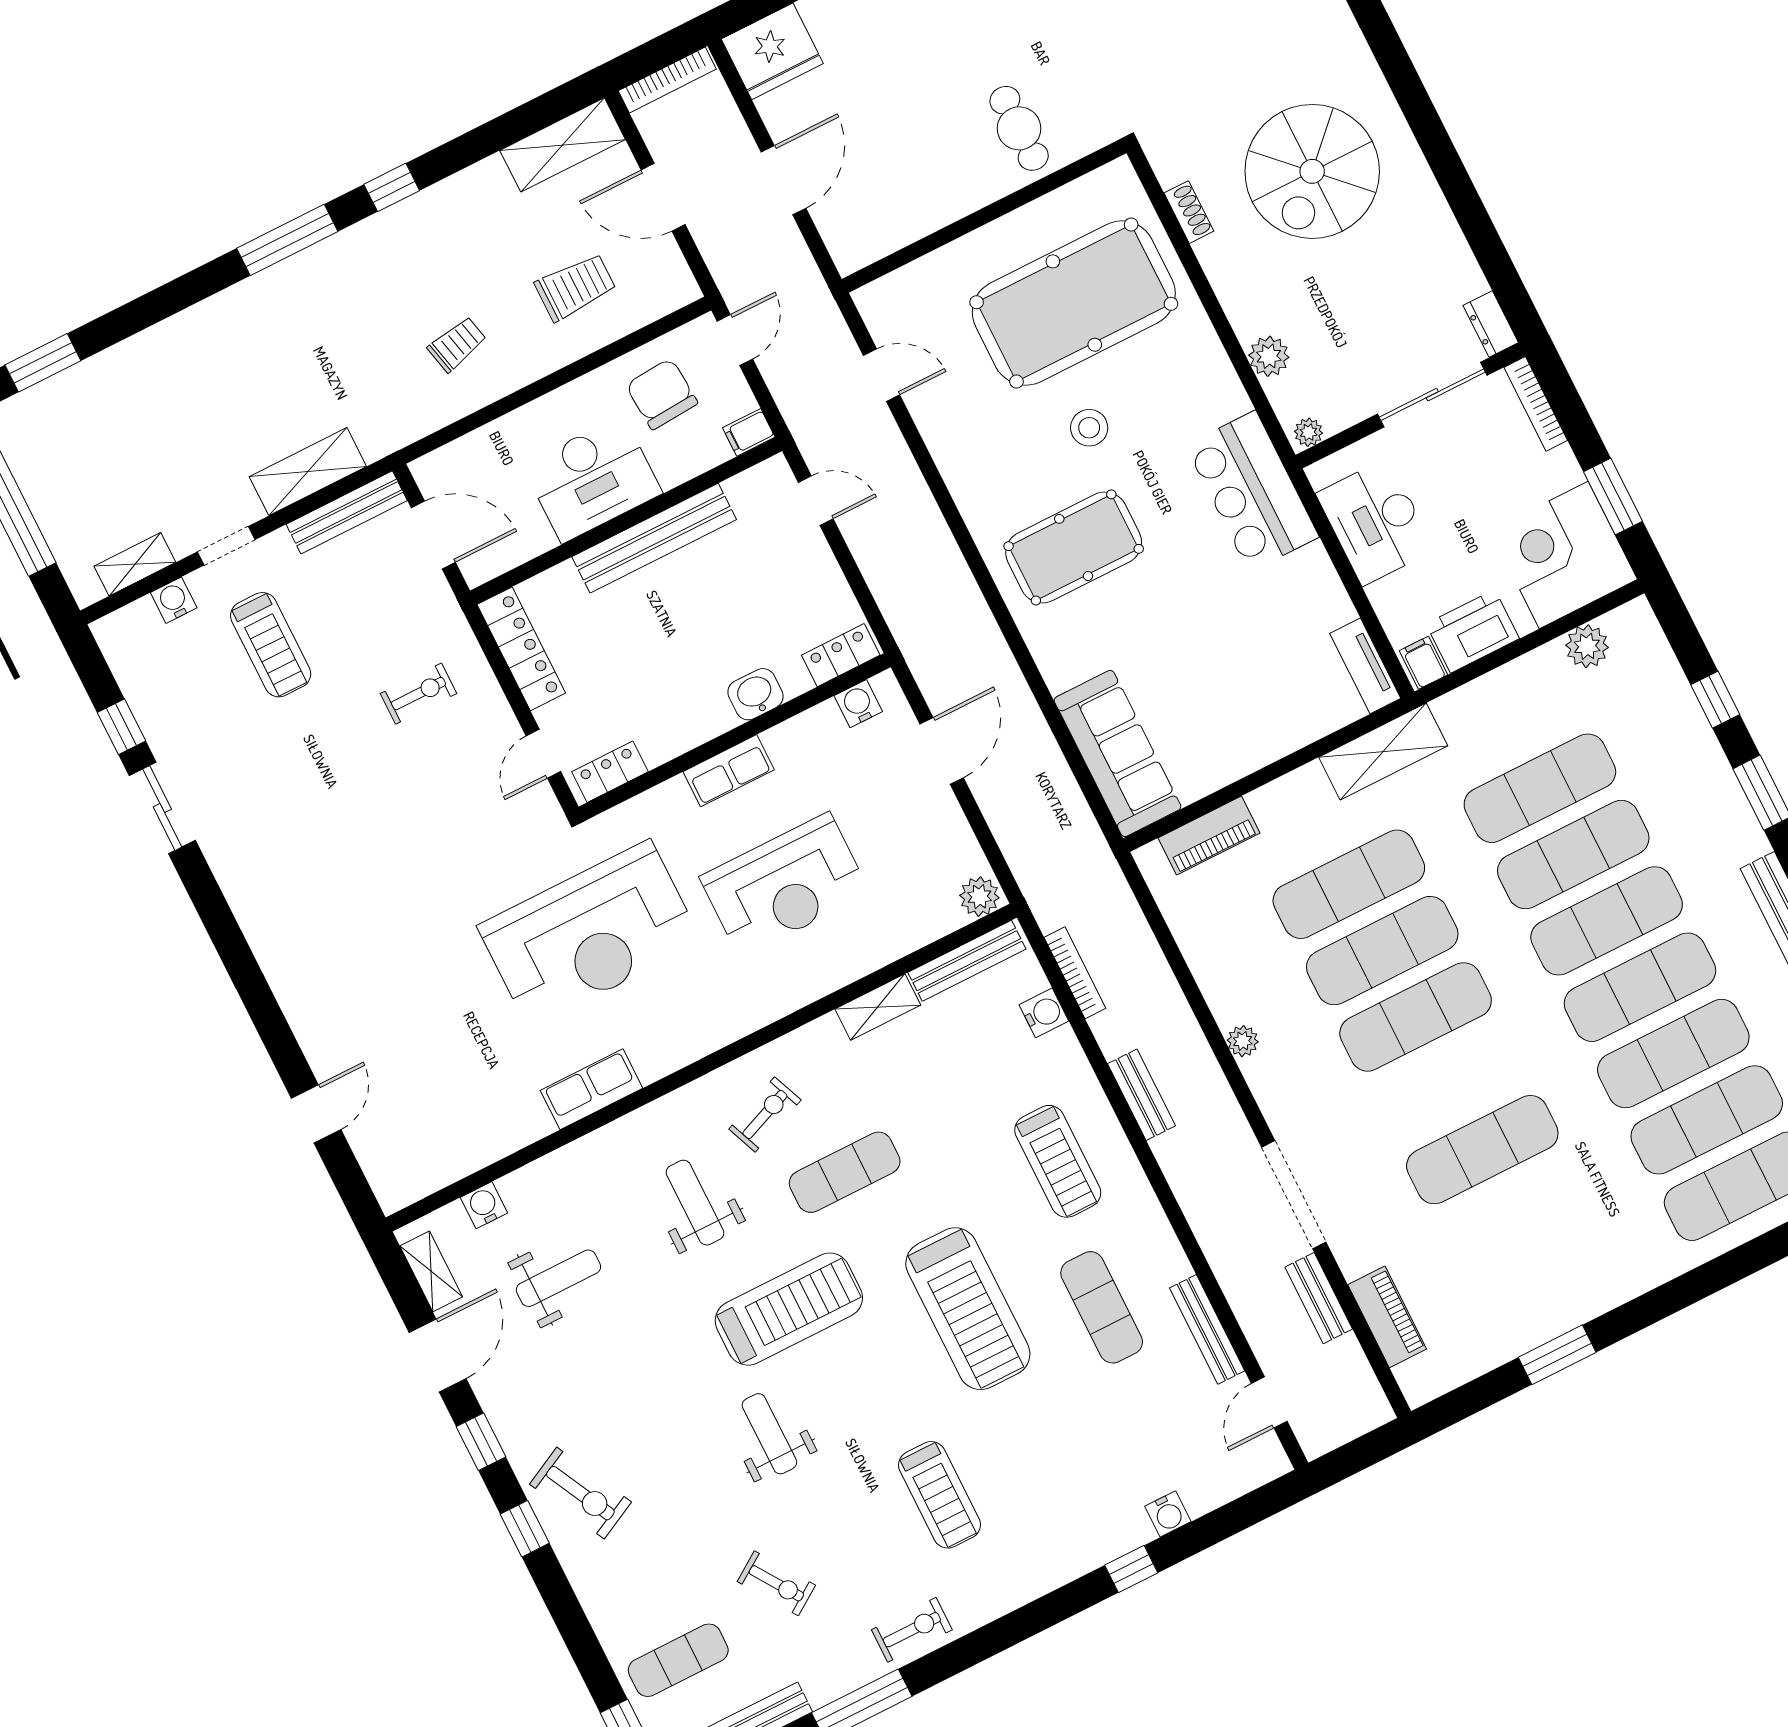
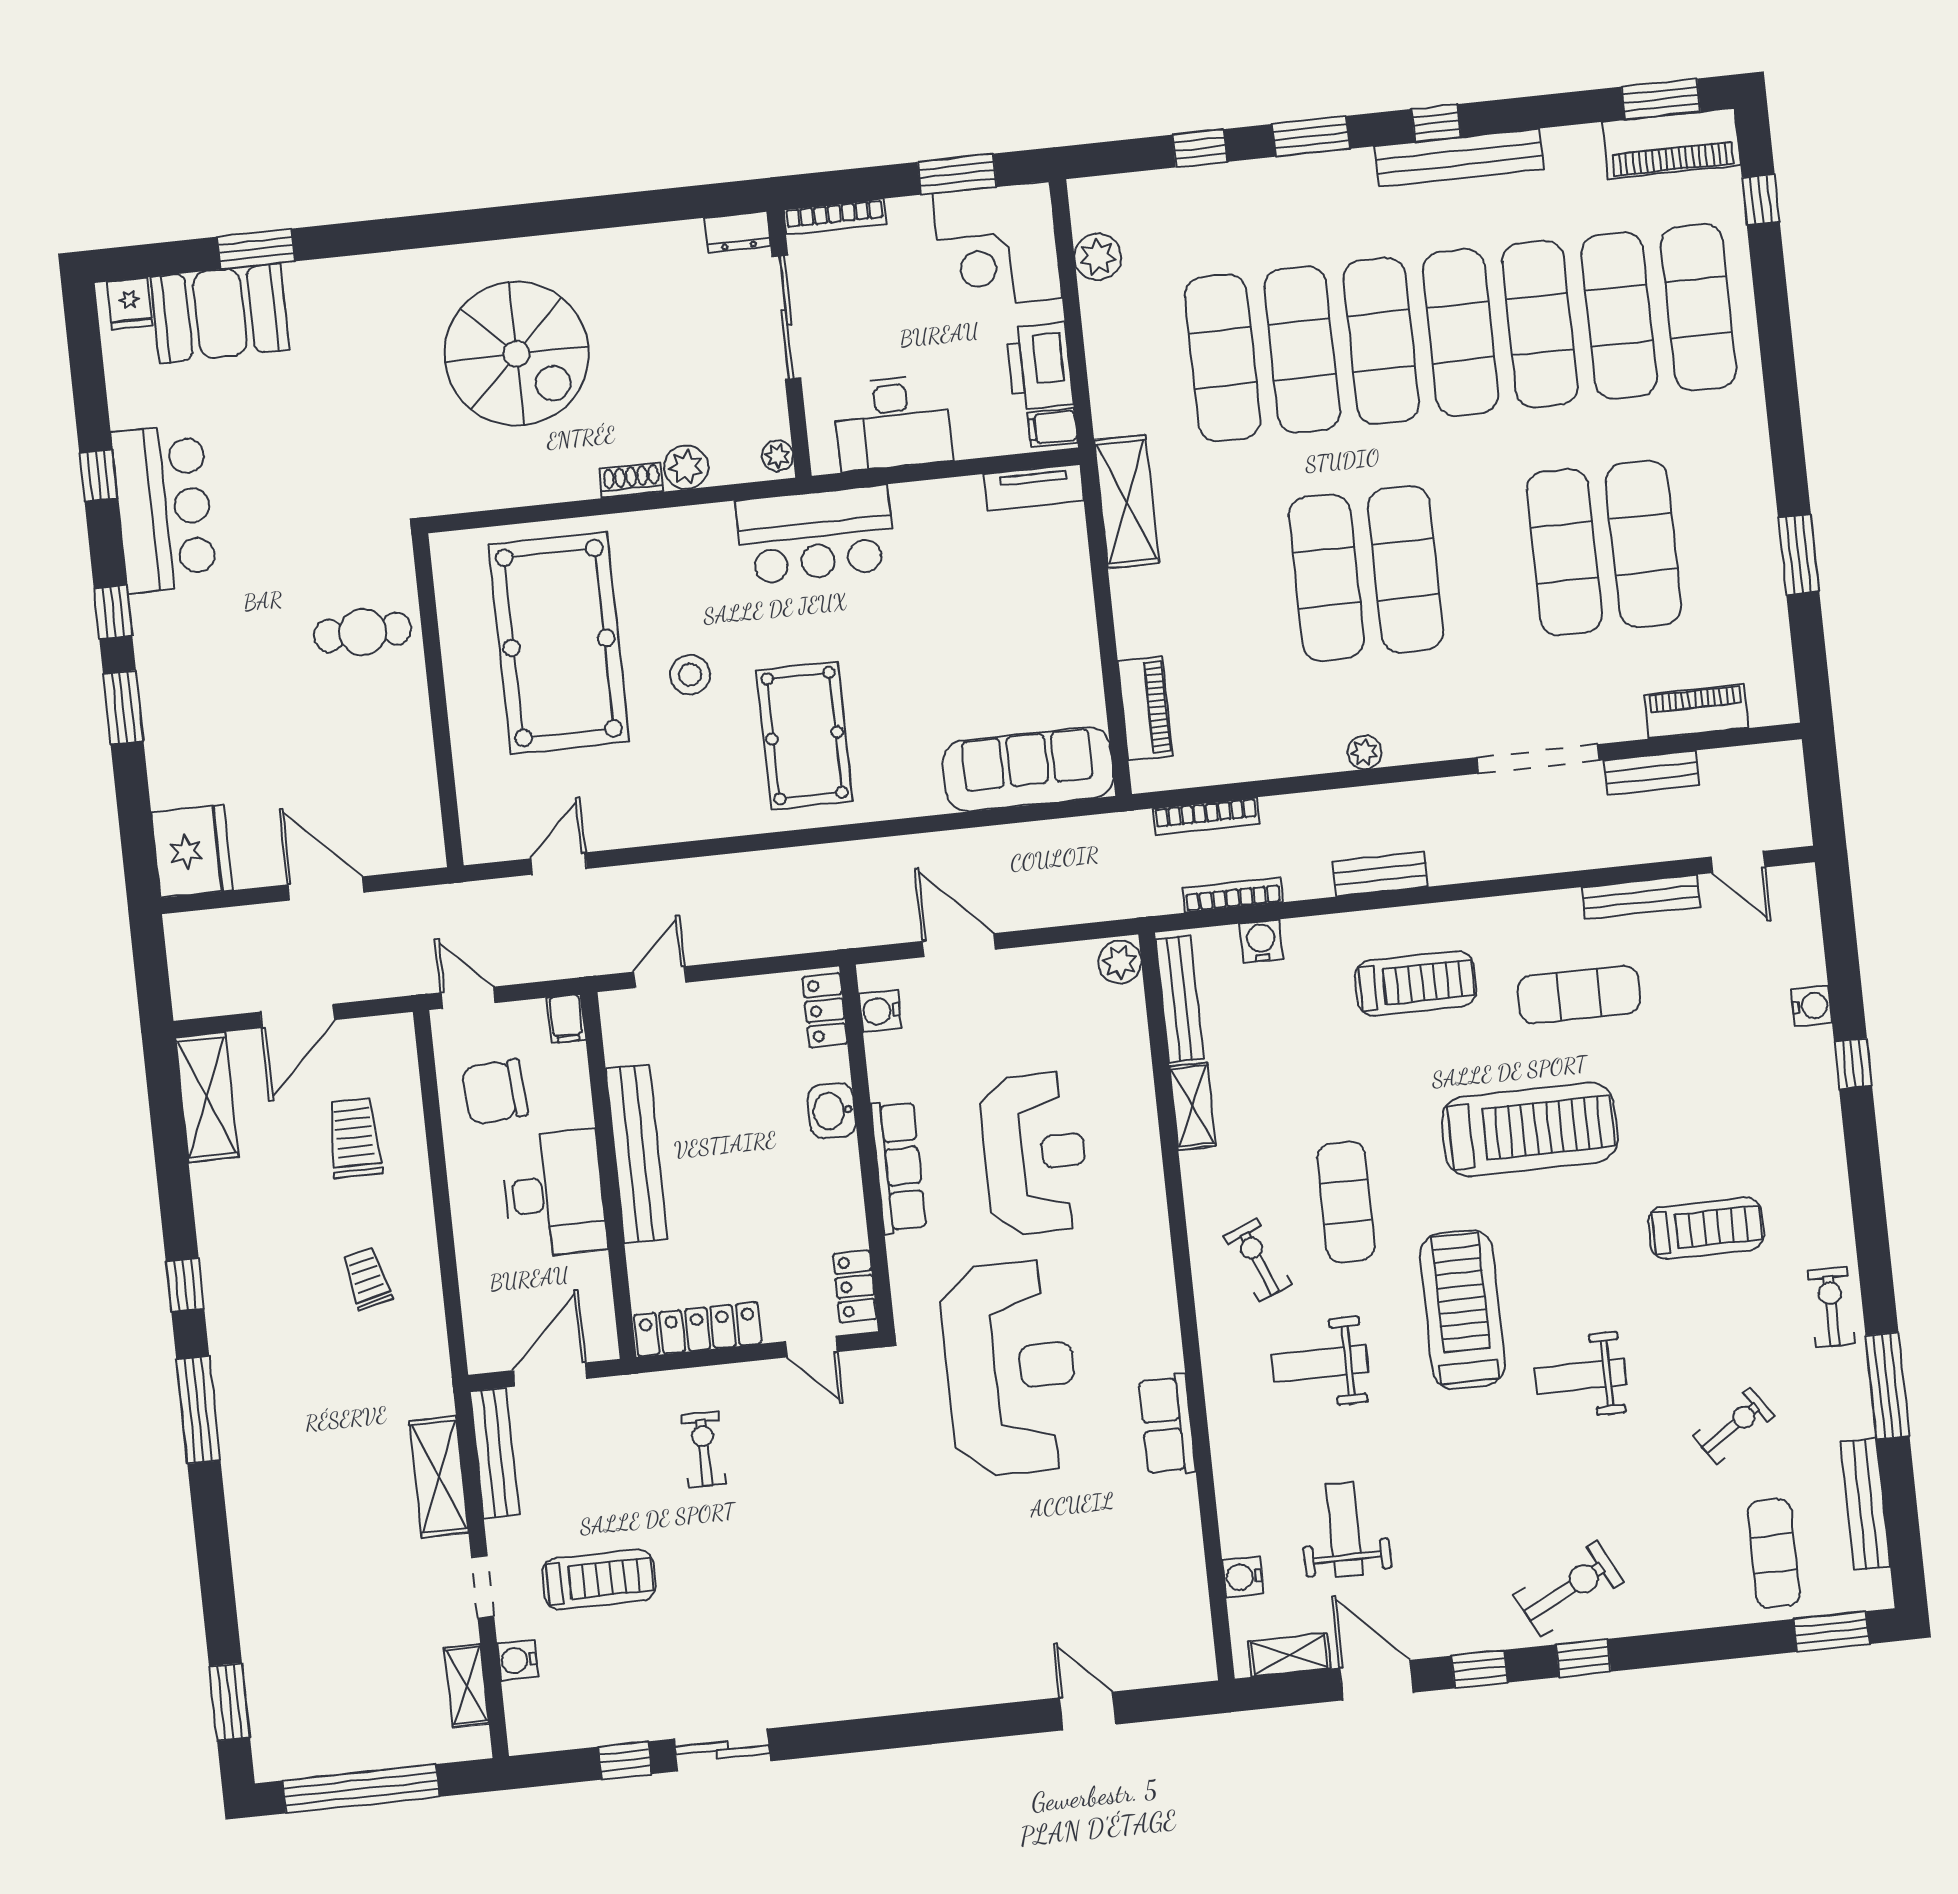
bookcase: (667, 80) -> (1206, 816), moved, turned 90
shoe rack: (1189, 212) -> (631, 480), moved
row of seats: (729, 771) -> (899, 1167), width x1.48
exercise mat: (1349, 884) -> (1643, 544), moved

